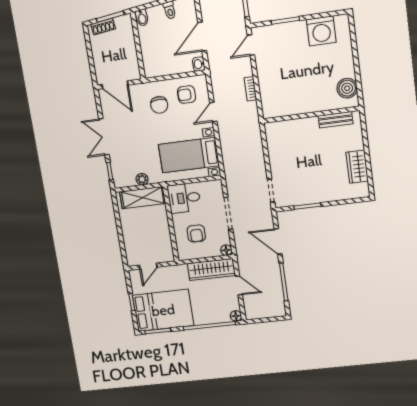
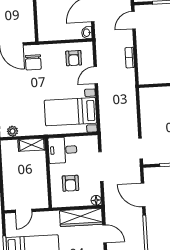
armchair: (187, 95) -> (74, 58), turned -90
chair: (159, 105) -> (33, 62), moved
plant: (142, 179) -> (13, 131), moved
shelving: (143, 198) -> (32, 145), width x0.67, depth x0.75

